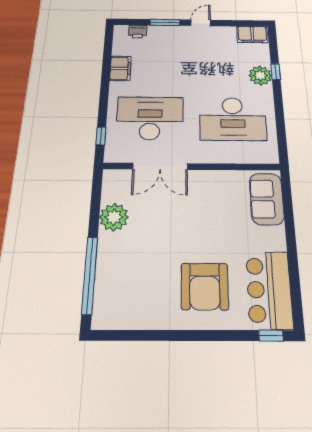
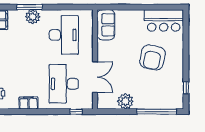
window: (276, 72) -> (30, 7), width x2.17
sofa: (267, 199) -> (106, 25), moved, turned -90
armchair: (205, 286) -> (153, 57), moved, turned 102
window: (271, 336) -> (186, 88), moved

